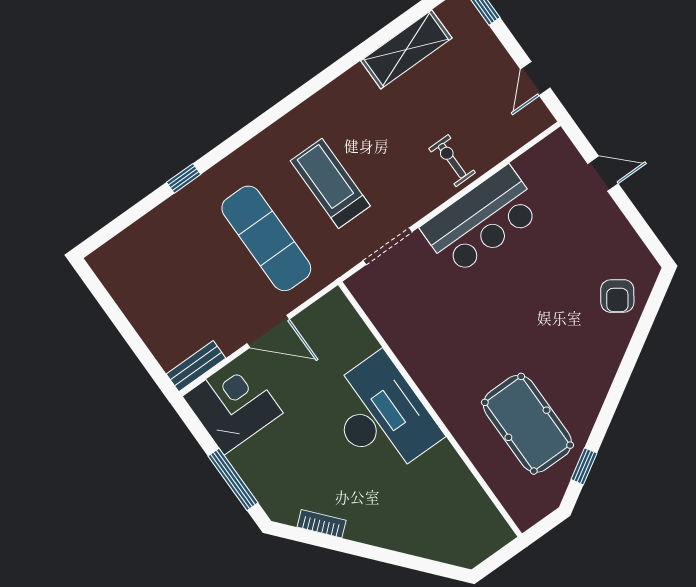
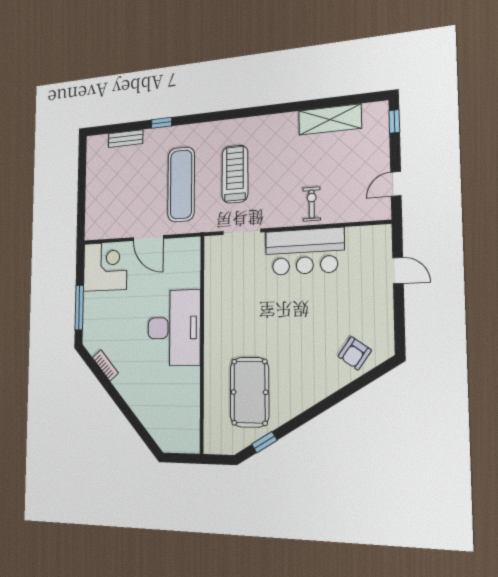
bench: (196, 366) -> (126, 139), moved

